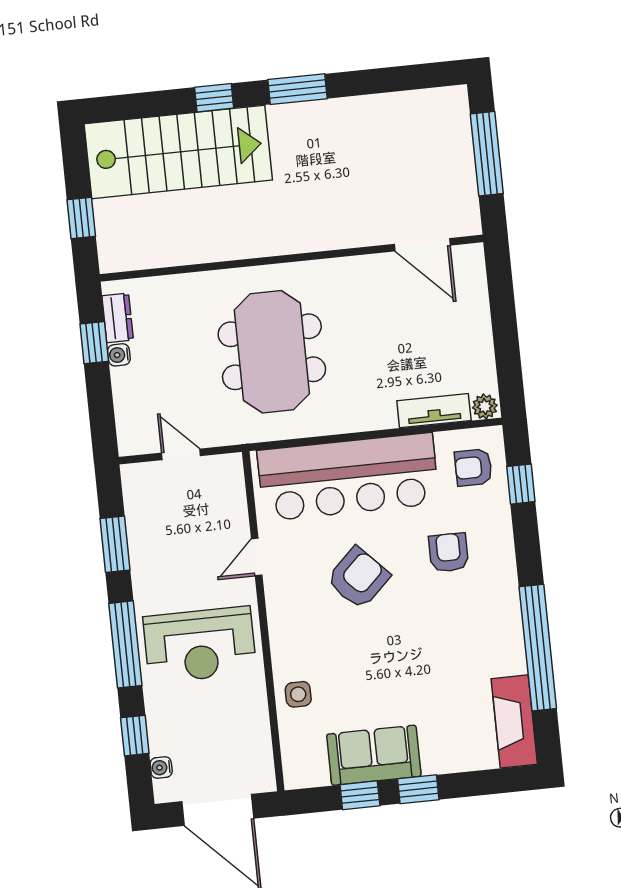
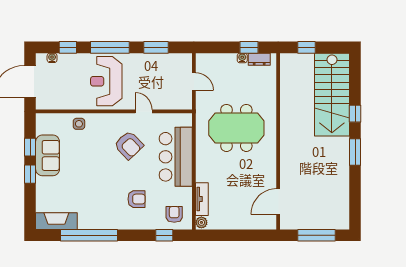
door: (181, 454) -> (194, 82), hinge flipped
bar counter: (348, 477) -> (176, 157), width x0.73
armchair: (358, 578) -> (129, 145), moved

